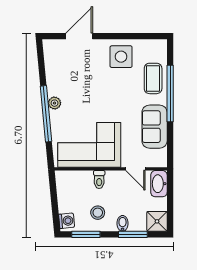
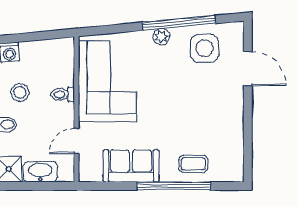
side table: (121, 57) -> (204, 48), moved
coffee table: (153, 78) -> (193, 164), width x0.73, depth x0.77
window: (46, 114) -> (179, 23), moved
washbasin: (159, 184) -> (40, 172), moved

